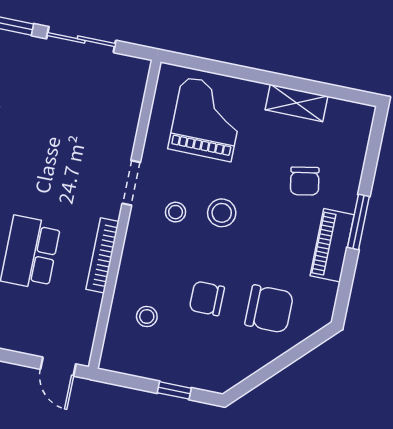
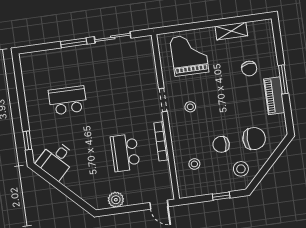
stool: (222, 213) -> (241, 169), moved

